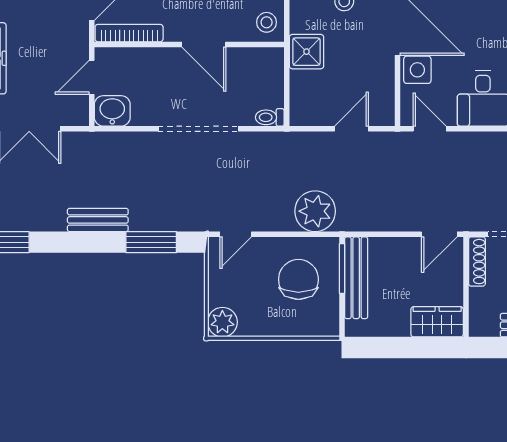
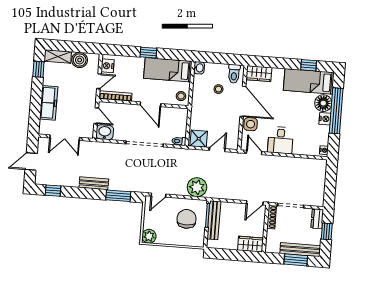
shower: (306, 52) -> (199, 139), moved
door: (92, 77) -> (96, 116), swing flipped

